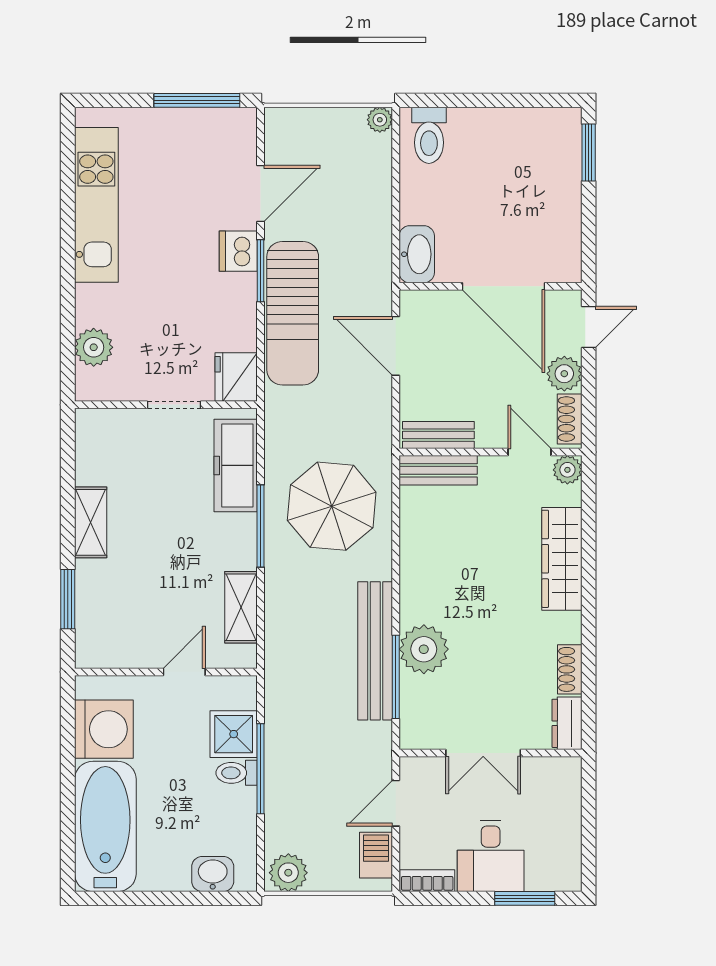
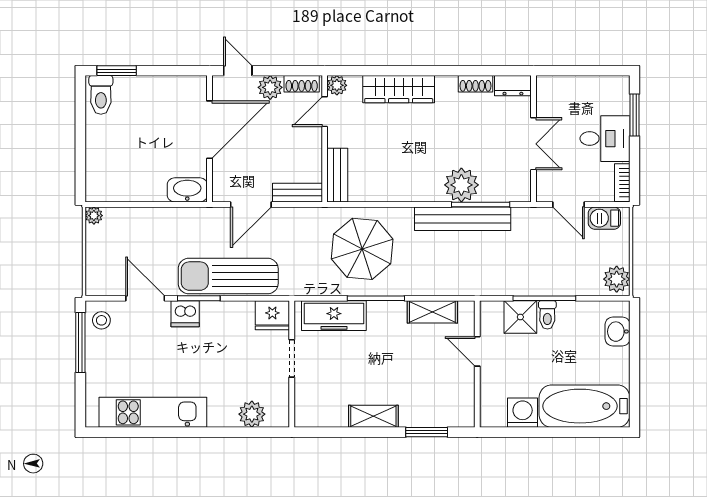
stool: (229, 131) -> (101, 320), added
toilet: (429, 135) -> (101, 95), moved, turned 90
sun lounger: (293, 313) -> (228, 276), turned 180
bench: (438, 435) -> (297, 193), moved, turned 90
washing machine: (104, 729) -> (523, 413), width x0.73, depth x0.73

